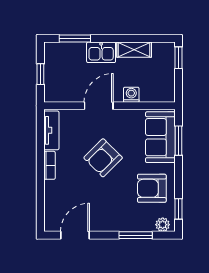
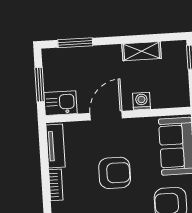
kitchen sink: (101, 52) -> (60, 103), moved, turned 180
window: (40, 74) -> (40, 85), width x1.50
armchair: (103, 158) -> (115, 173), turned -135

